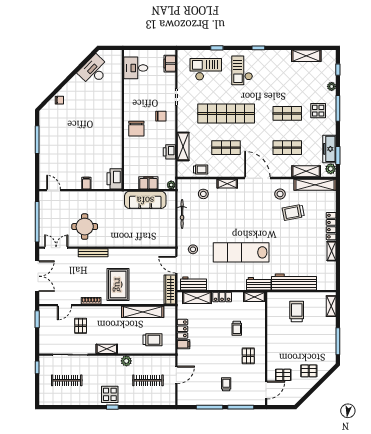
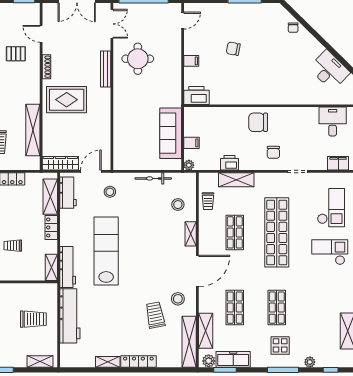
chair: (76, 149) -> (233, 49), added
filing cabinet: (148, 183) -> (192, 143), width x0.50
workbench: (259, 284) -> (68, 267), width x1.38

